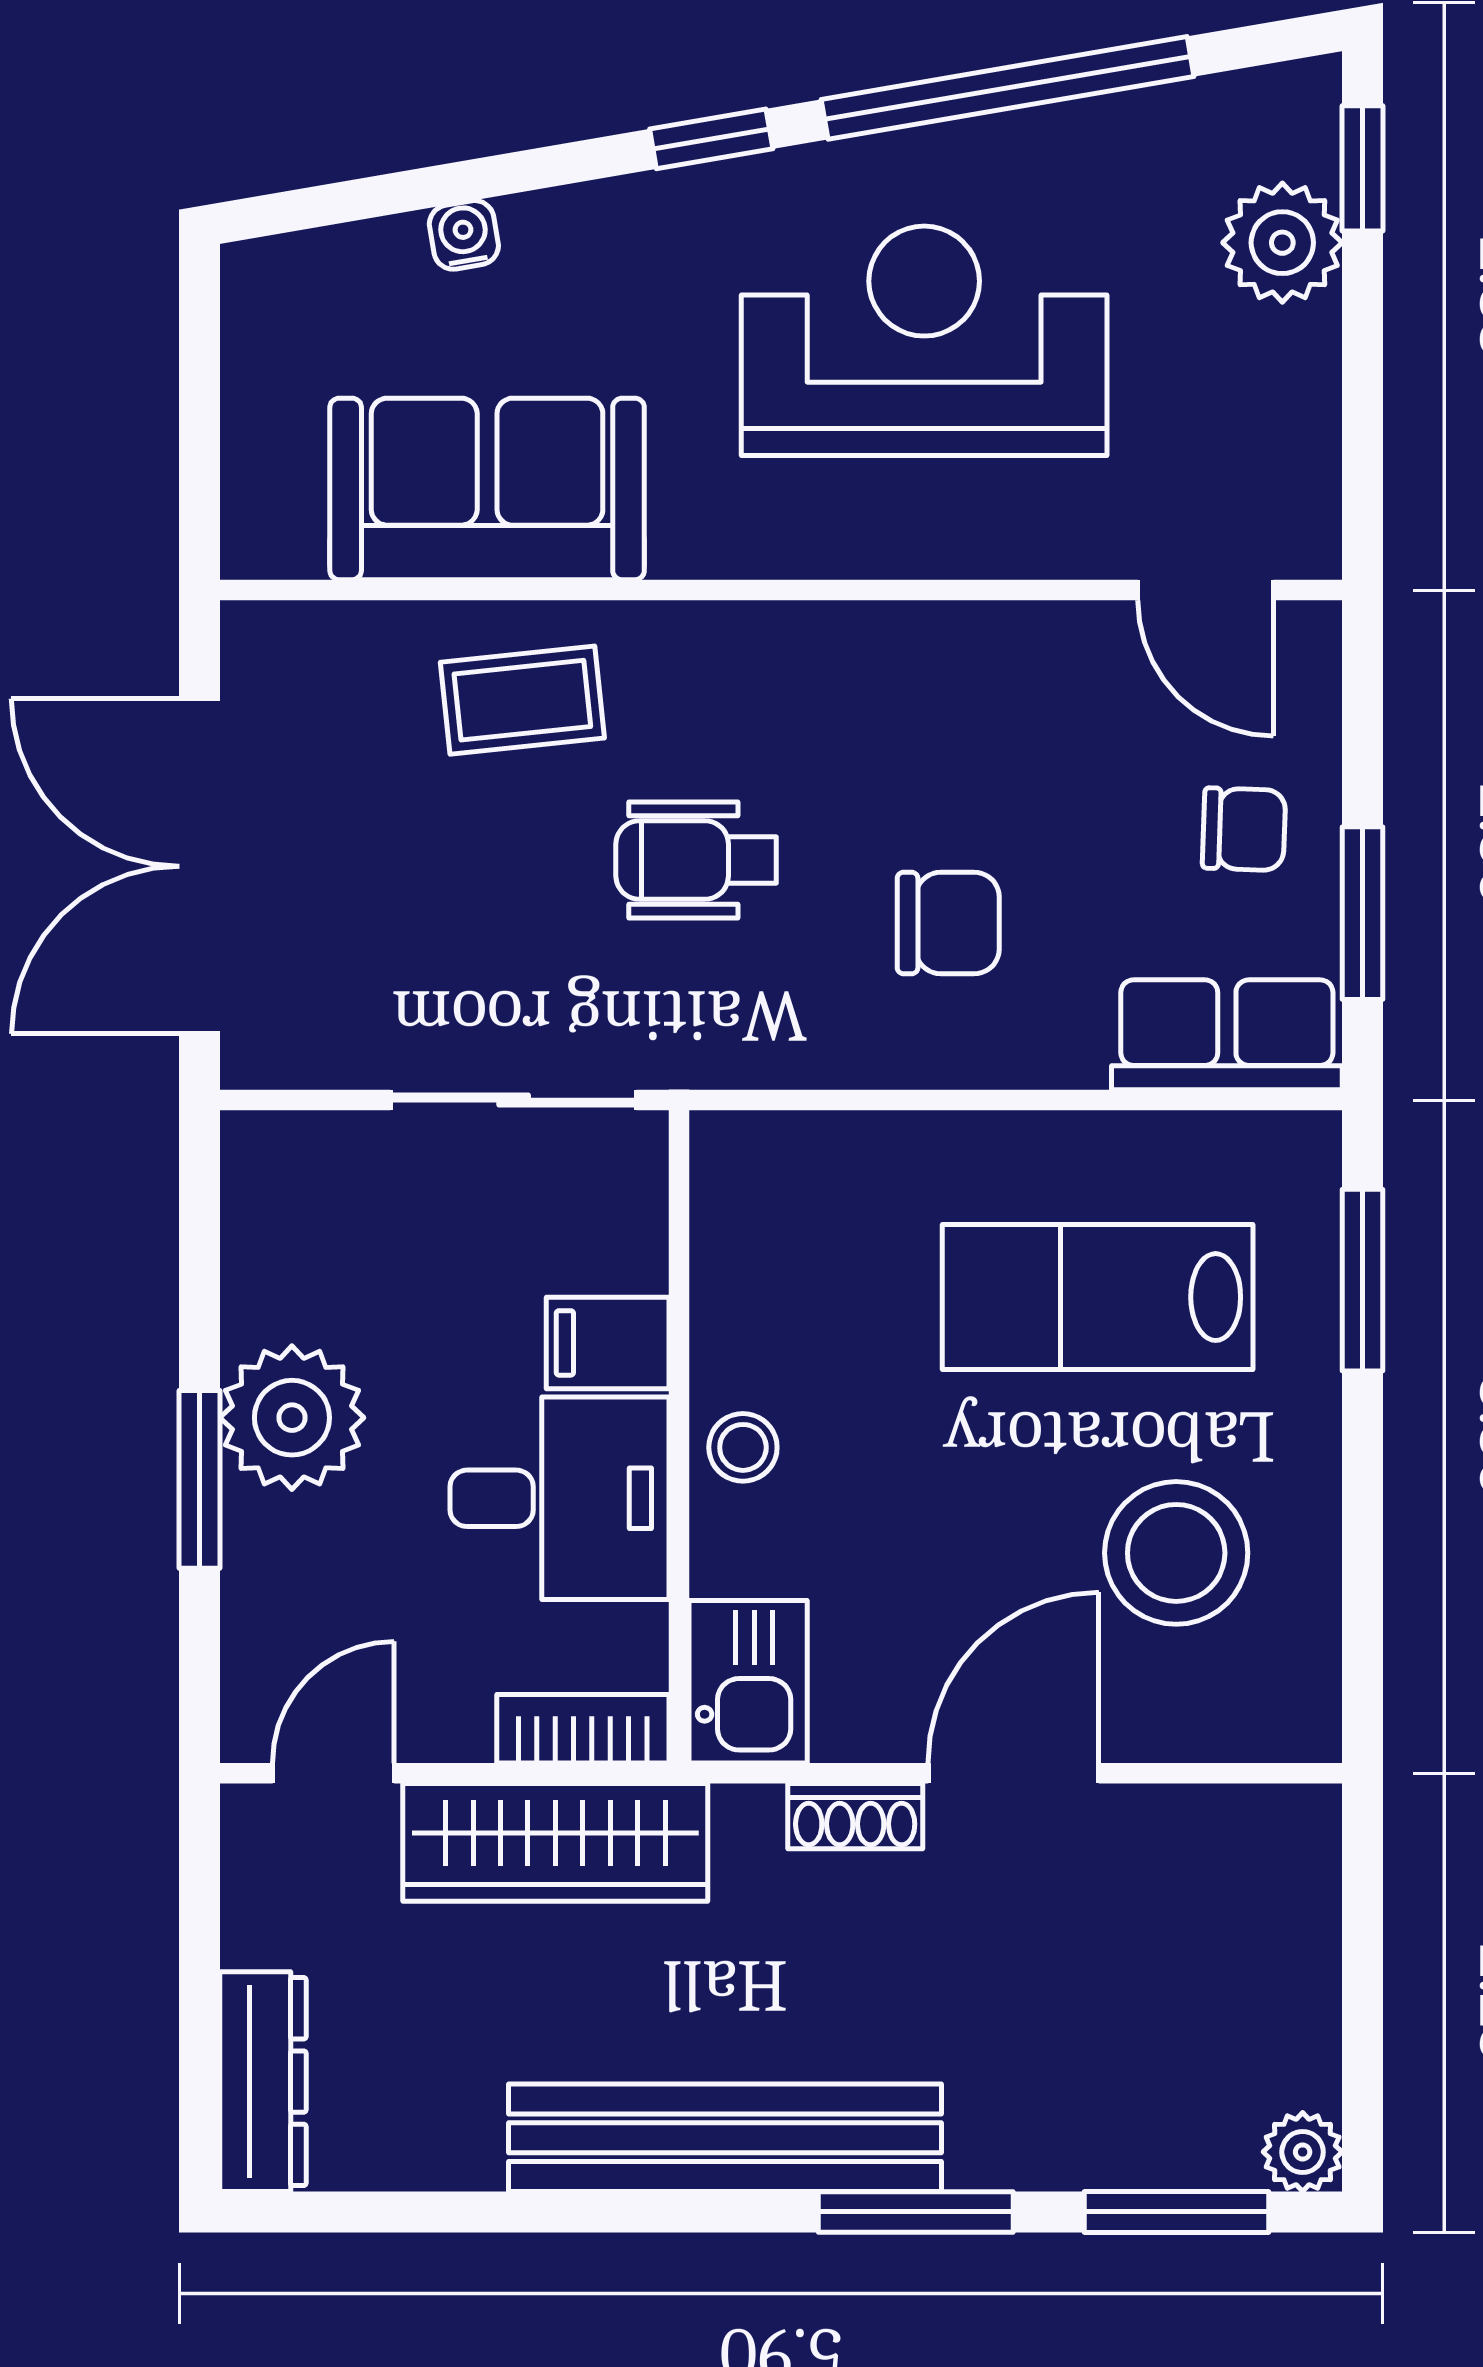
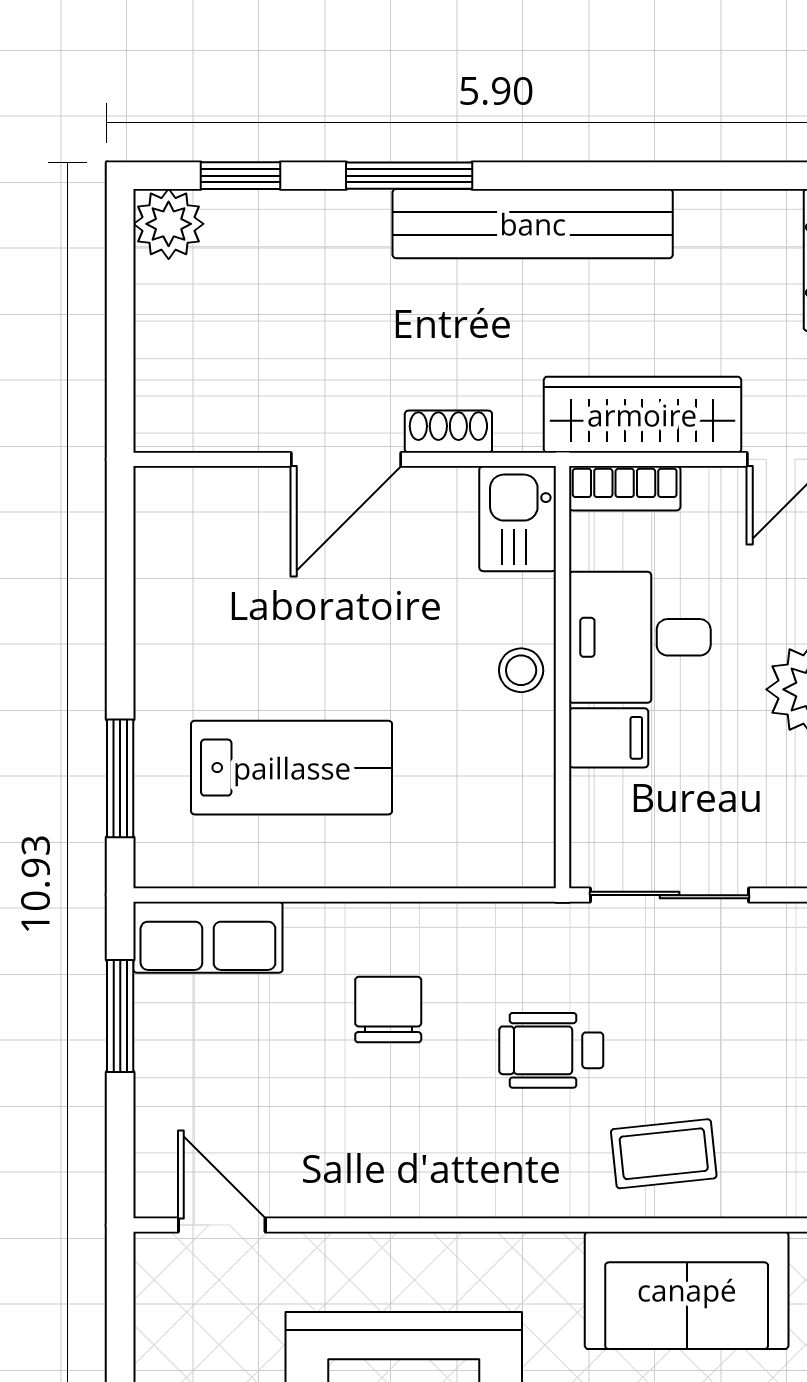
chair: (1244, 829) -> (197, 1070), removed
wheelchair: (696, 860) -> (551, 1050), turned 180
chair: (948, 923) -> (388, 1010), turned 90
stool: (1176, 1553) -> (241, 602), removed
plant: (1303, 2152) -> (169, 224), width x1.38, depth x1.38
window: (1177, 2212) -> (240, 176), width x0.67

